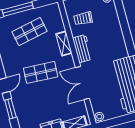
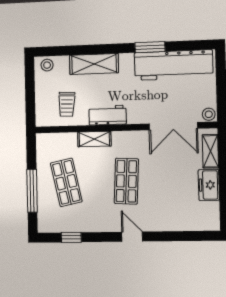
shelving: (115, 31) -> (94, 64), added
double door: (82, 83) -> (173, 126), moved
window: (10, 109) -> (167, 236), removed

